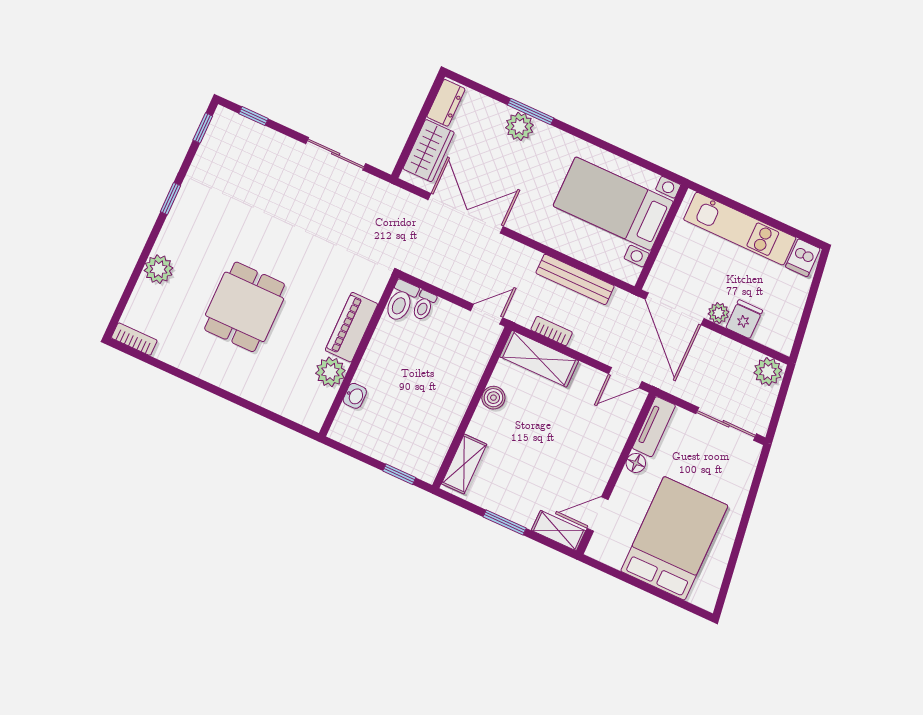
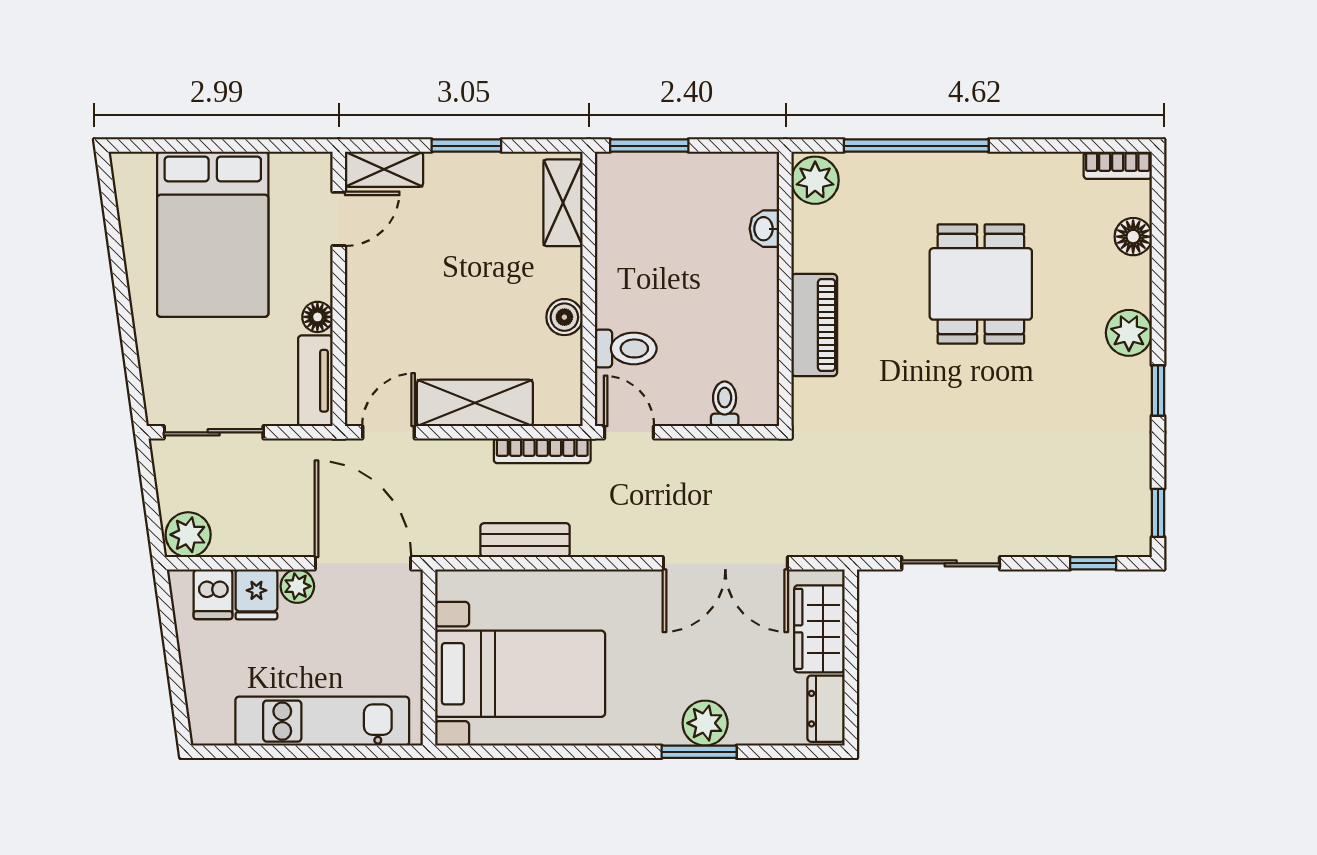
dishwasher: (803, 258) -> (213, 594), moved, turned 180
plant: (159, 269) -> (1129, 333), moved
bench: (575, 279) -> (525, 540), width x0.73
floor lamp: (144, 294) -> (1133, 237), added
toilet: (401, 301) -> (626, 348), moved, turned 90
door: (487, 314) -> (629, 432), swing flipped
bookcase: (552, 331) -> (542, 451), width x1.56
shelving: (539, 359) -> (475, 403), moved
plant: (330, 372) -> (815, 180), moved
window: (245, 404) -> (916, 146), added
window: (399, 474) -> (649, 146), width x1.50

